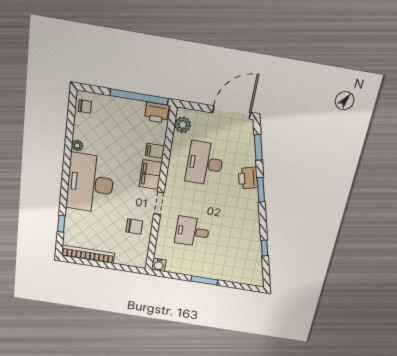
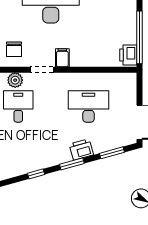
plant: (183, 125) -> (15, 80), moved
filing cabinet: (155, 151) -> (93, 59), removed
filing cabinet: (151, 175) -> (62, 58), width x0.50
window: (264, 248) -> (36, 174), moved

